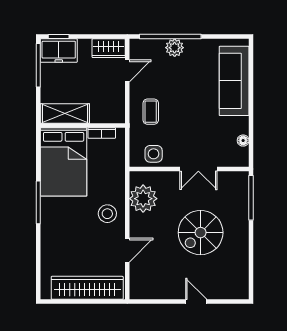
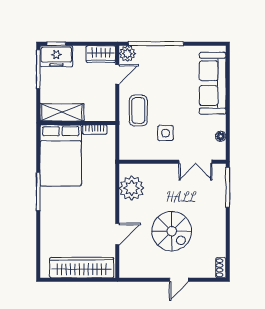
plant: (175, 48) -> (127, 54), moved
coffee table: (151, 112) -> (138, 111), width x1.36, depth x1.30
side table: (154, 154) -> (166, 133), moved
double door: (198, 169) -> (195, 162), moved
stool: (107, 214) -> (100, 201), removed
spiral stairs: (201, 233) -> (172, 231), moved, turned -90
shoe rack: (243, 288) -> (221, 268), added
door: (196, 302) -> (179, 280), swing flipped

